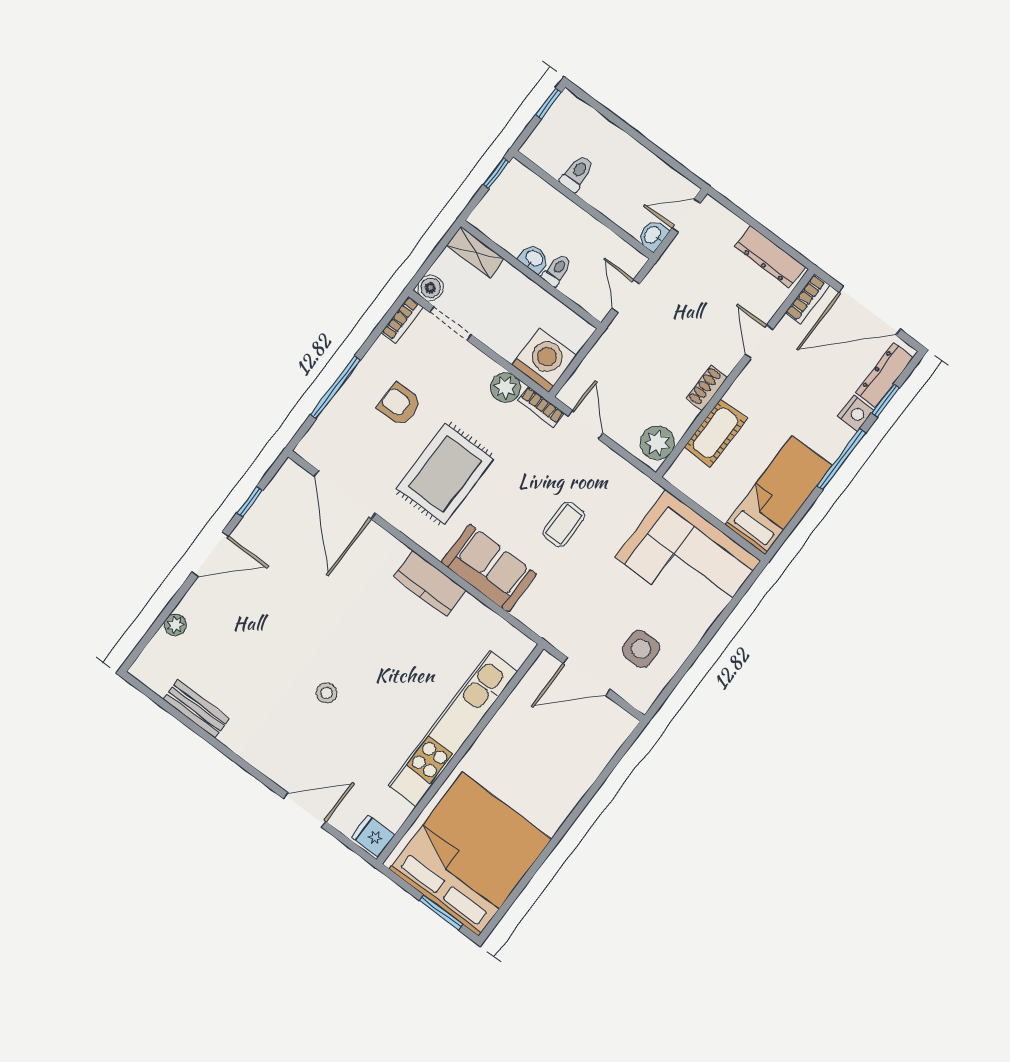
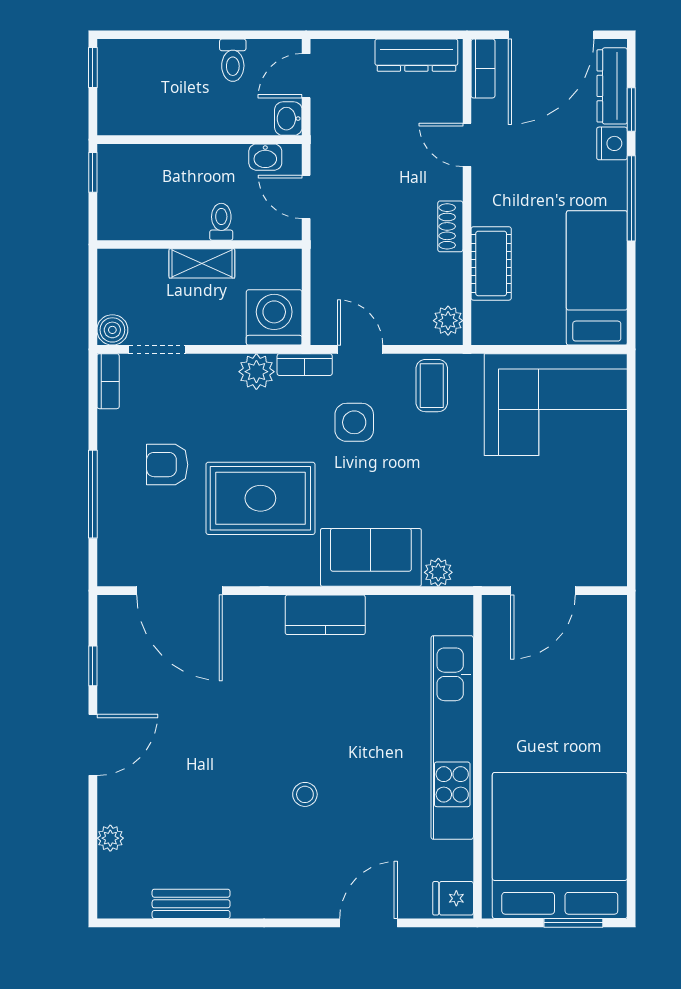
toilet: (577, 173) -> (233, 60), moved, turned 180
shelving: (475, 252) -> (202, 263), moved
washbasin: (534, 259) -> (265, 157), moved, turned 180
plant: (657, 443) -> (448, 321), width x0.73, depth x0.73
rug: (445, 474) -> (260, 498), turned 90
coffee table: (564, 524) -> (432, 386), moved
plant: (526, 612) -> (438, 572), added
side table: (641, 649) -> (354, 422), moved

